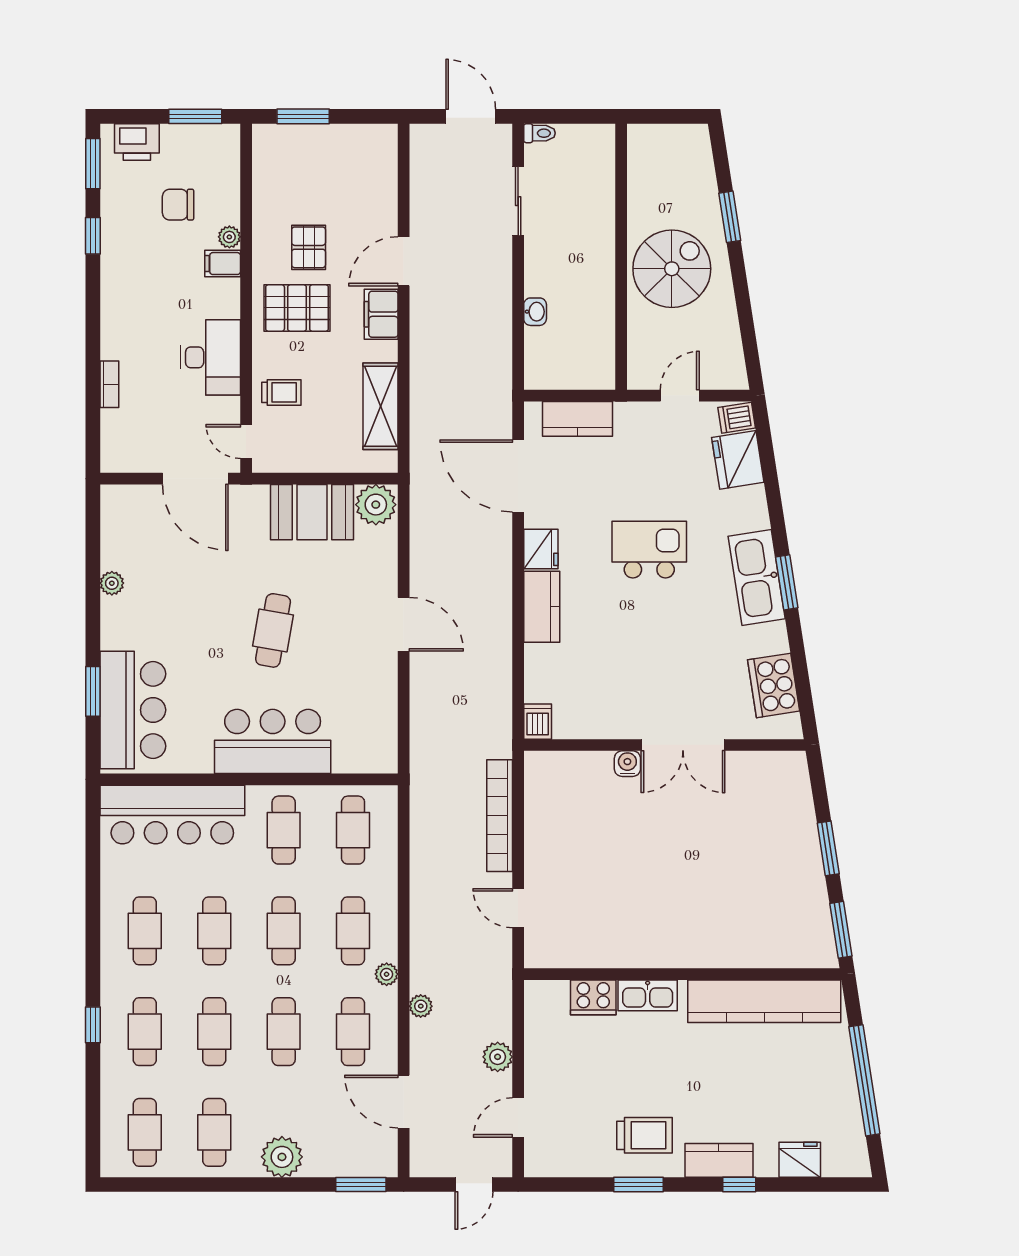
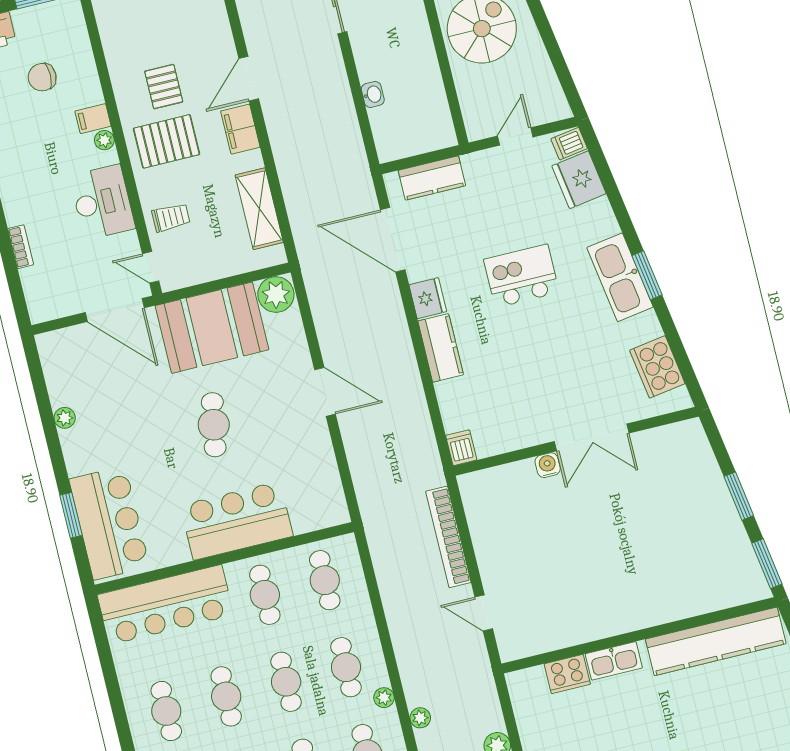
plant: (229, 237) -> (104, 140), moved
booth: (312, 512) -> (212, 328), width x1.36, depth x1.42

